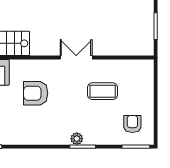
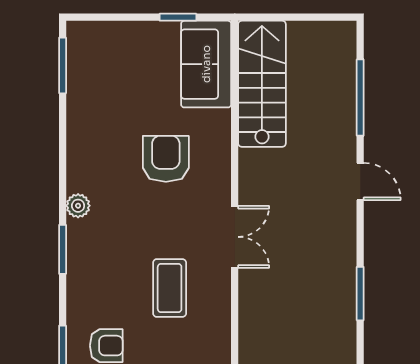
plant: (77, 139) -> (78, 206), moved

